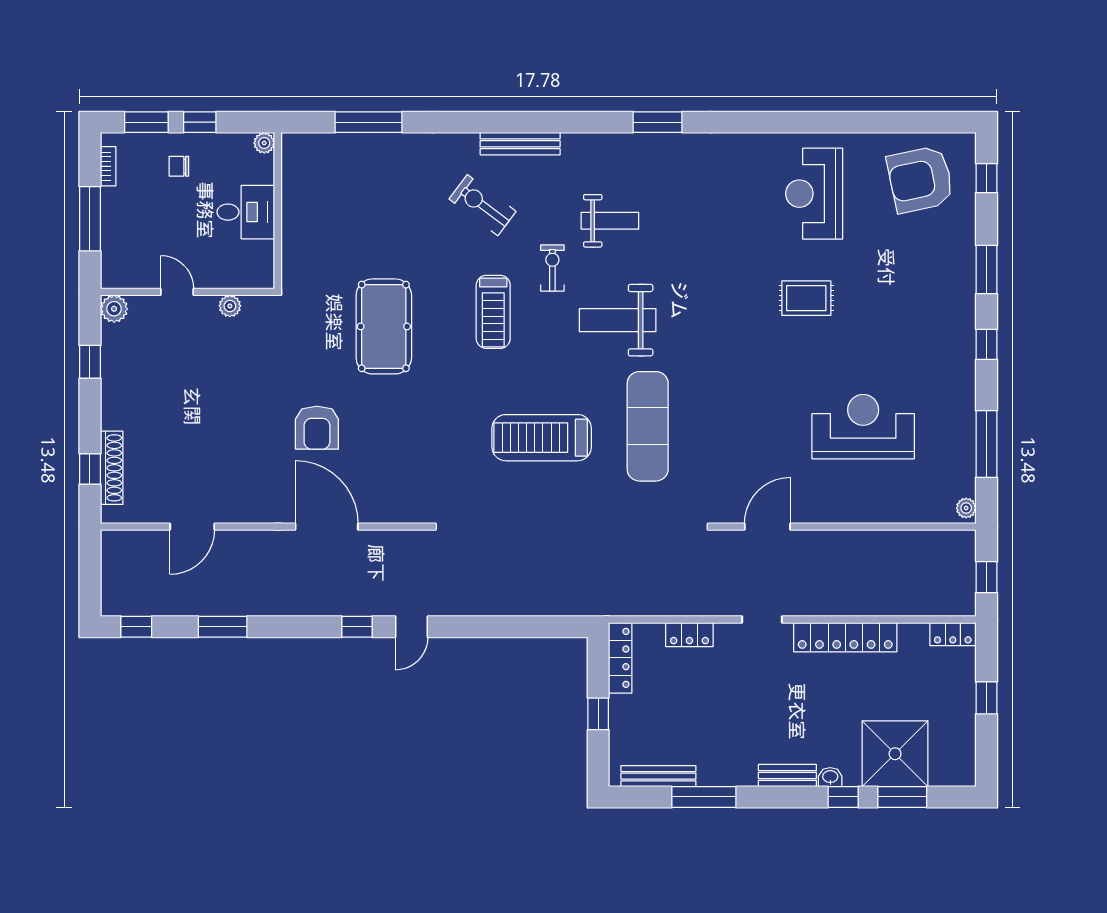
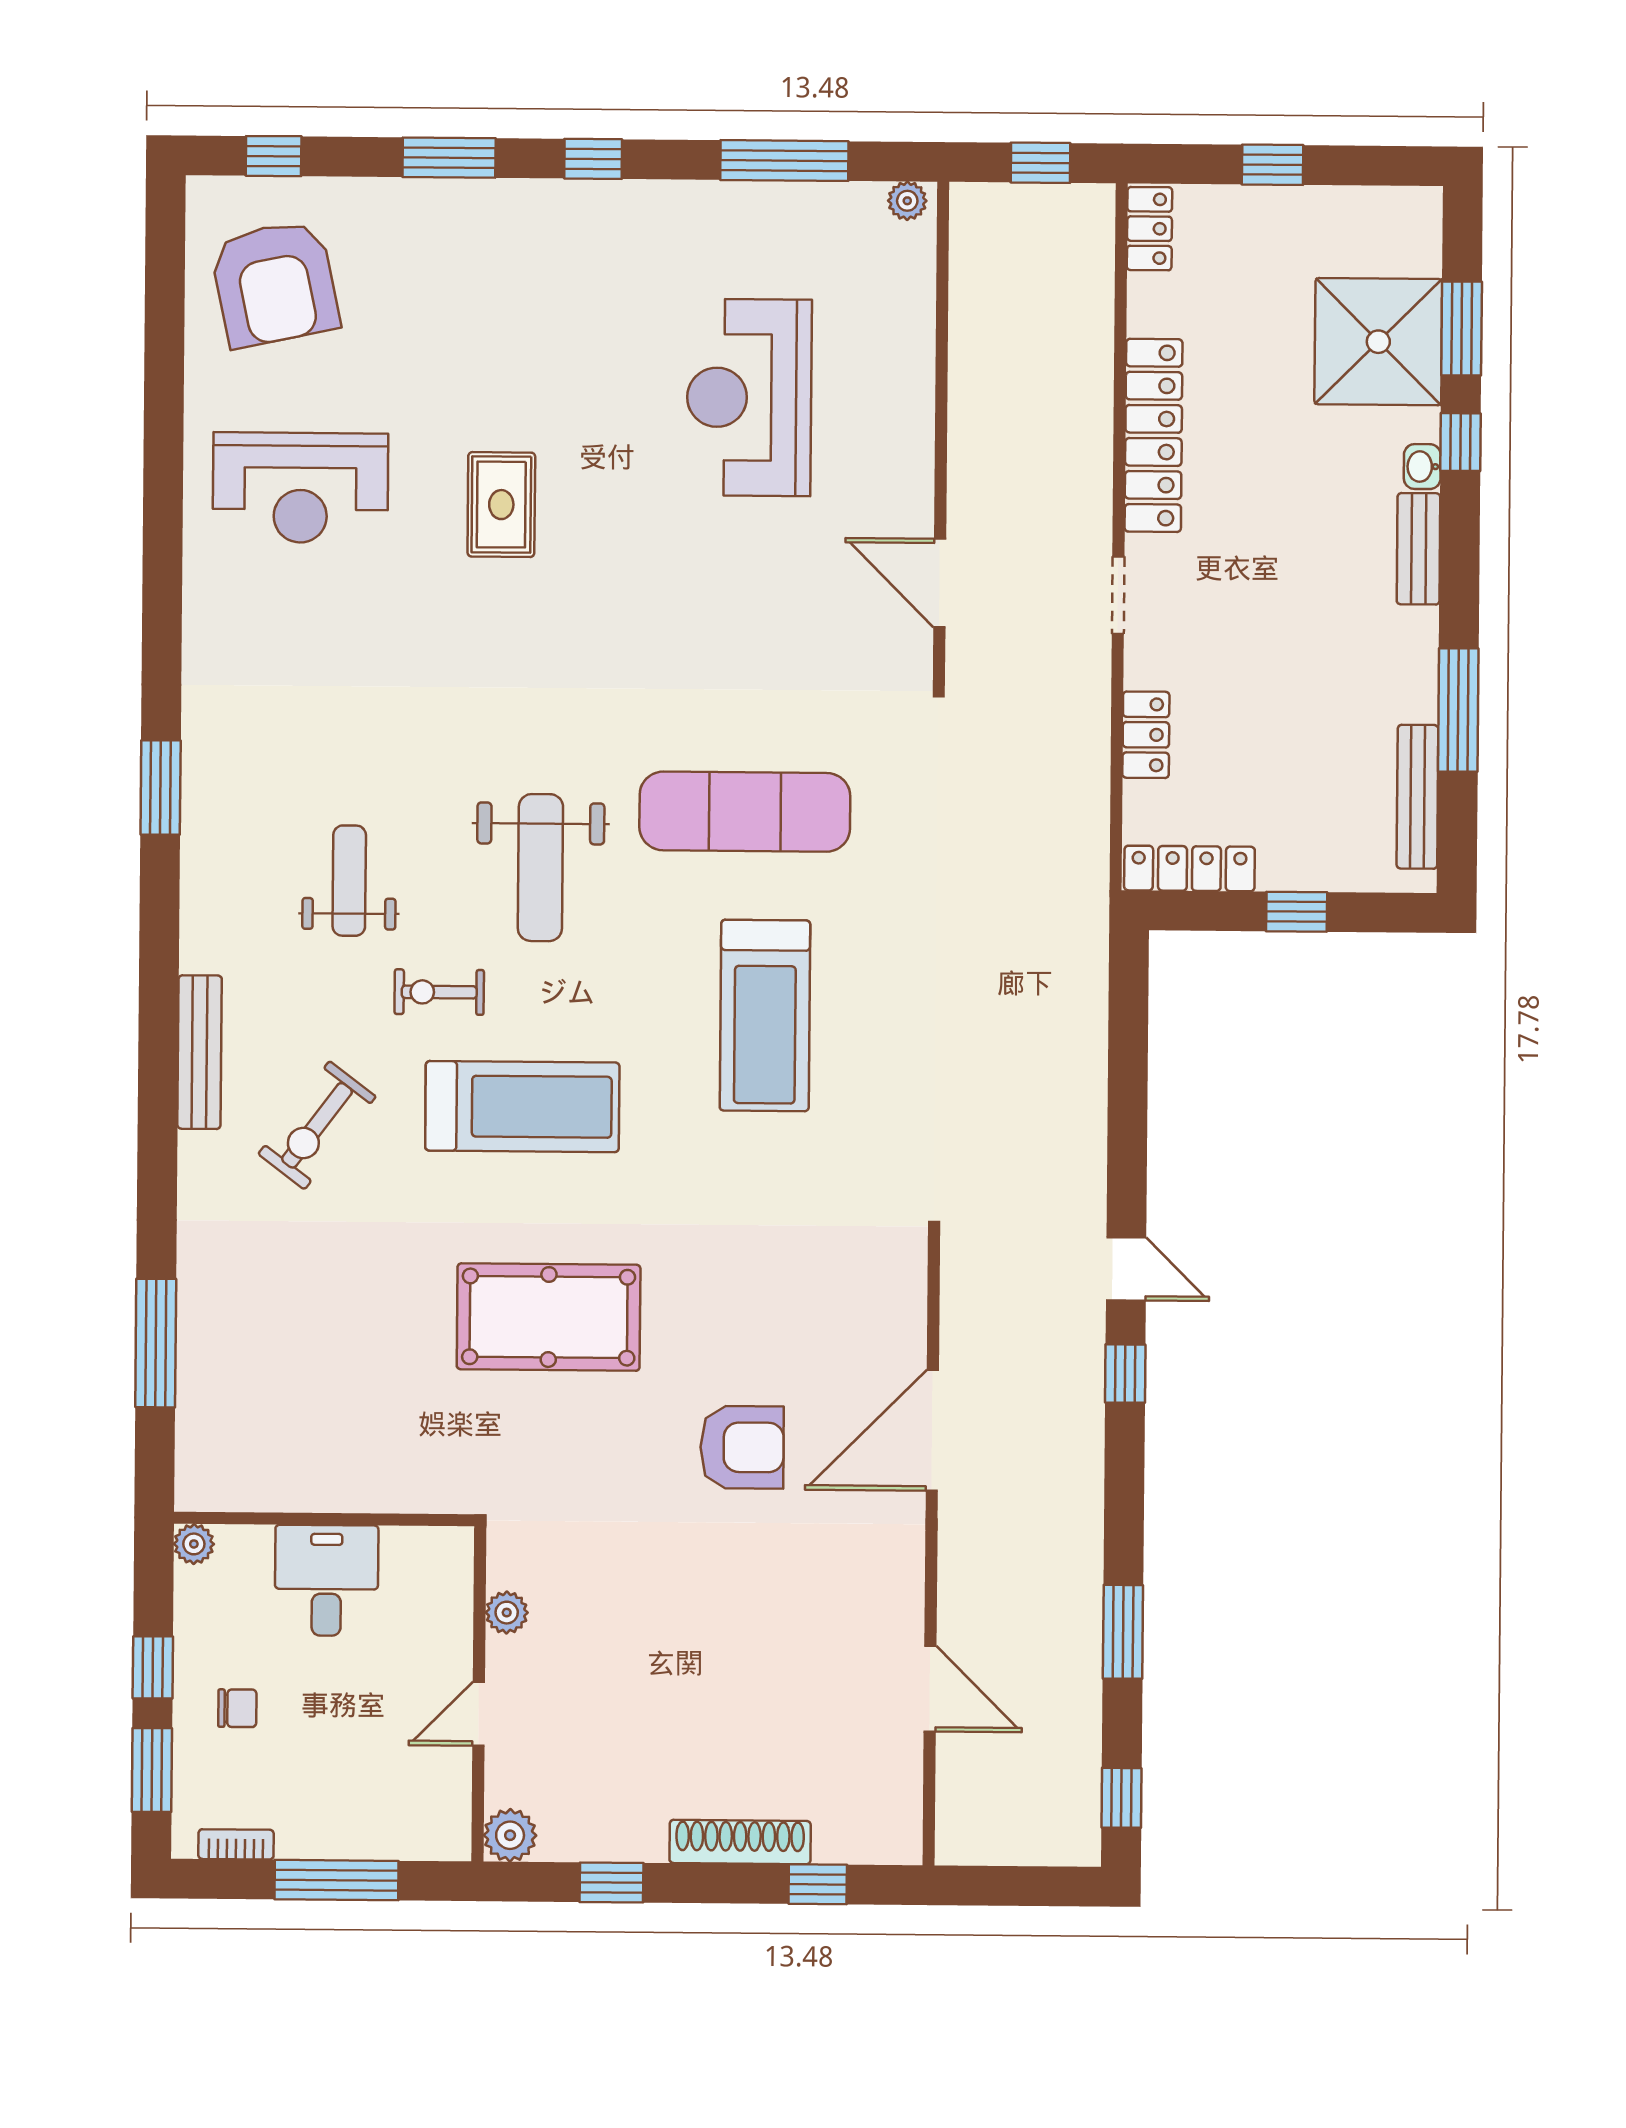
chair: (179, 166) -> (237, 1708), turned -90
treadmill: (493, 312) -> (522, 1107), width x1.37, depth x1.38
shoe rack: (112, 468) -> (740, 1842), moved

